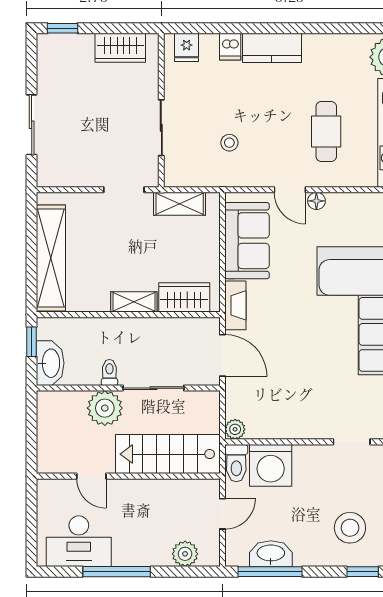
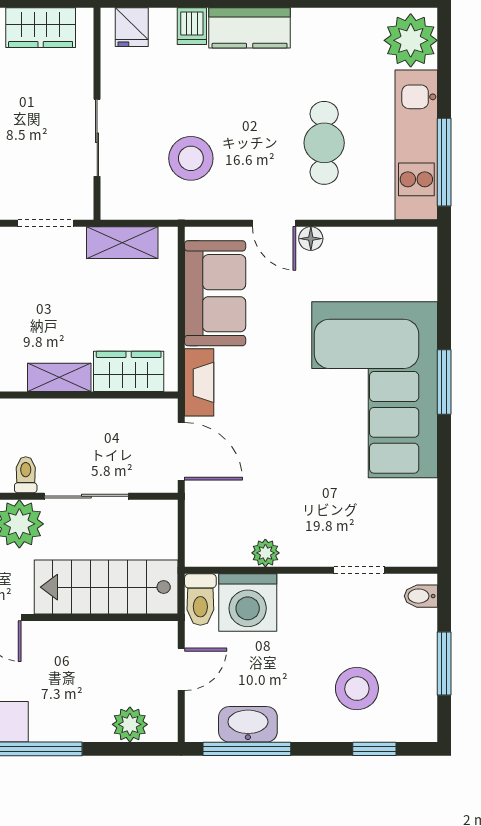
stool: (229, 143) -> (191, 158), width x1.89, depth x1.89
plant: (235, 429) -> (265, 553), moved

